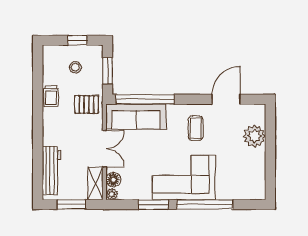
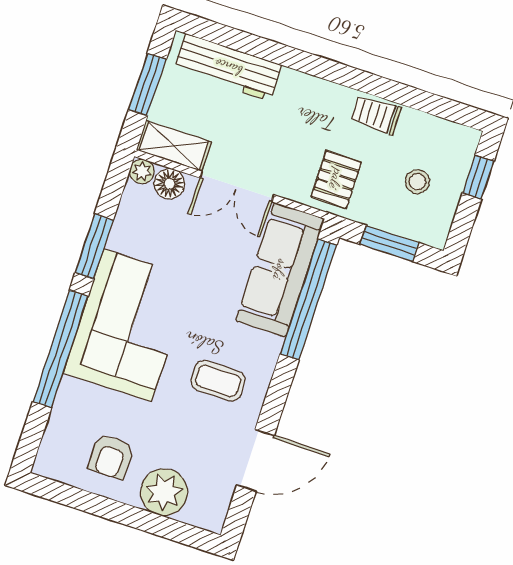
window: (78, 40) -> (478, 177), moved
door: (226, 99) -> (255, 460), hinge flipped
armchair: (246, 166) -> (111, 456), added

